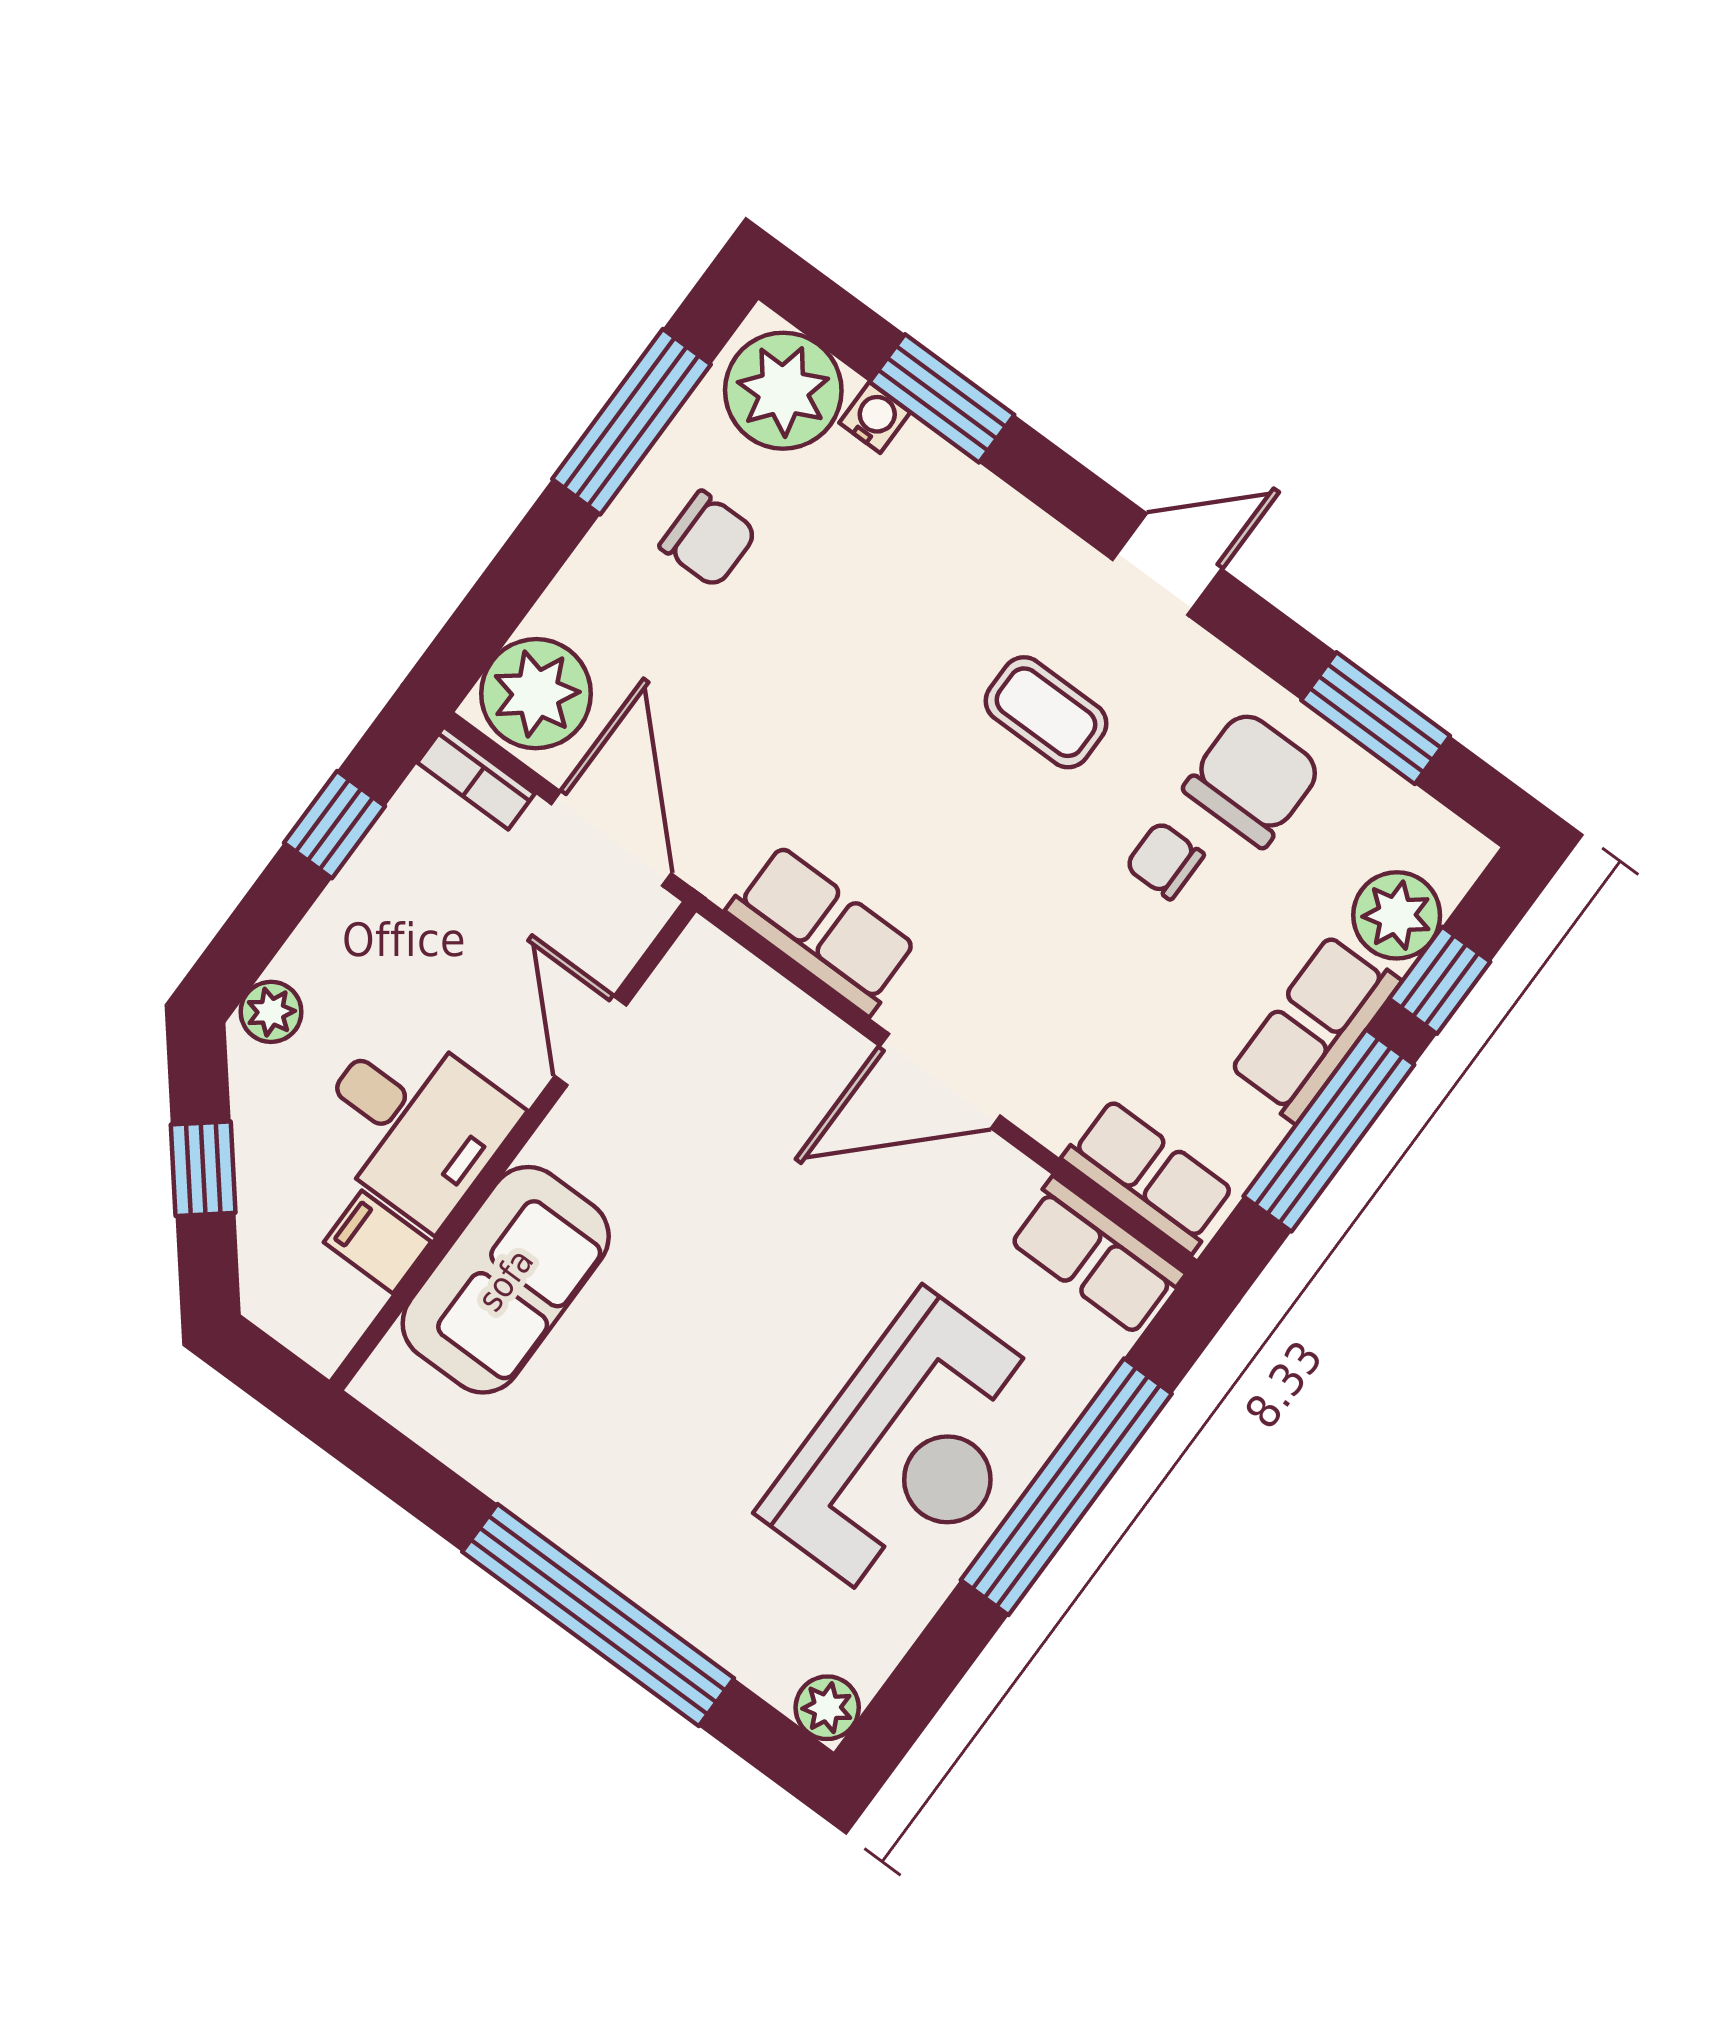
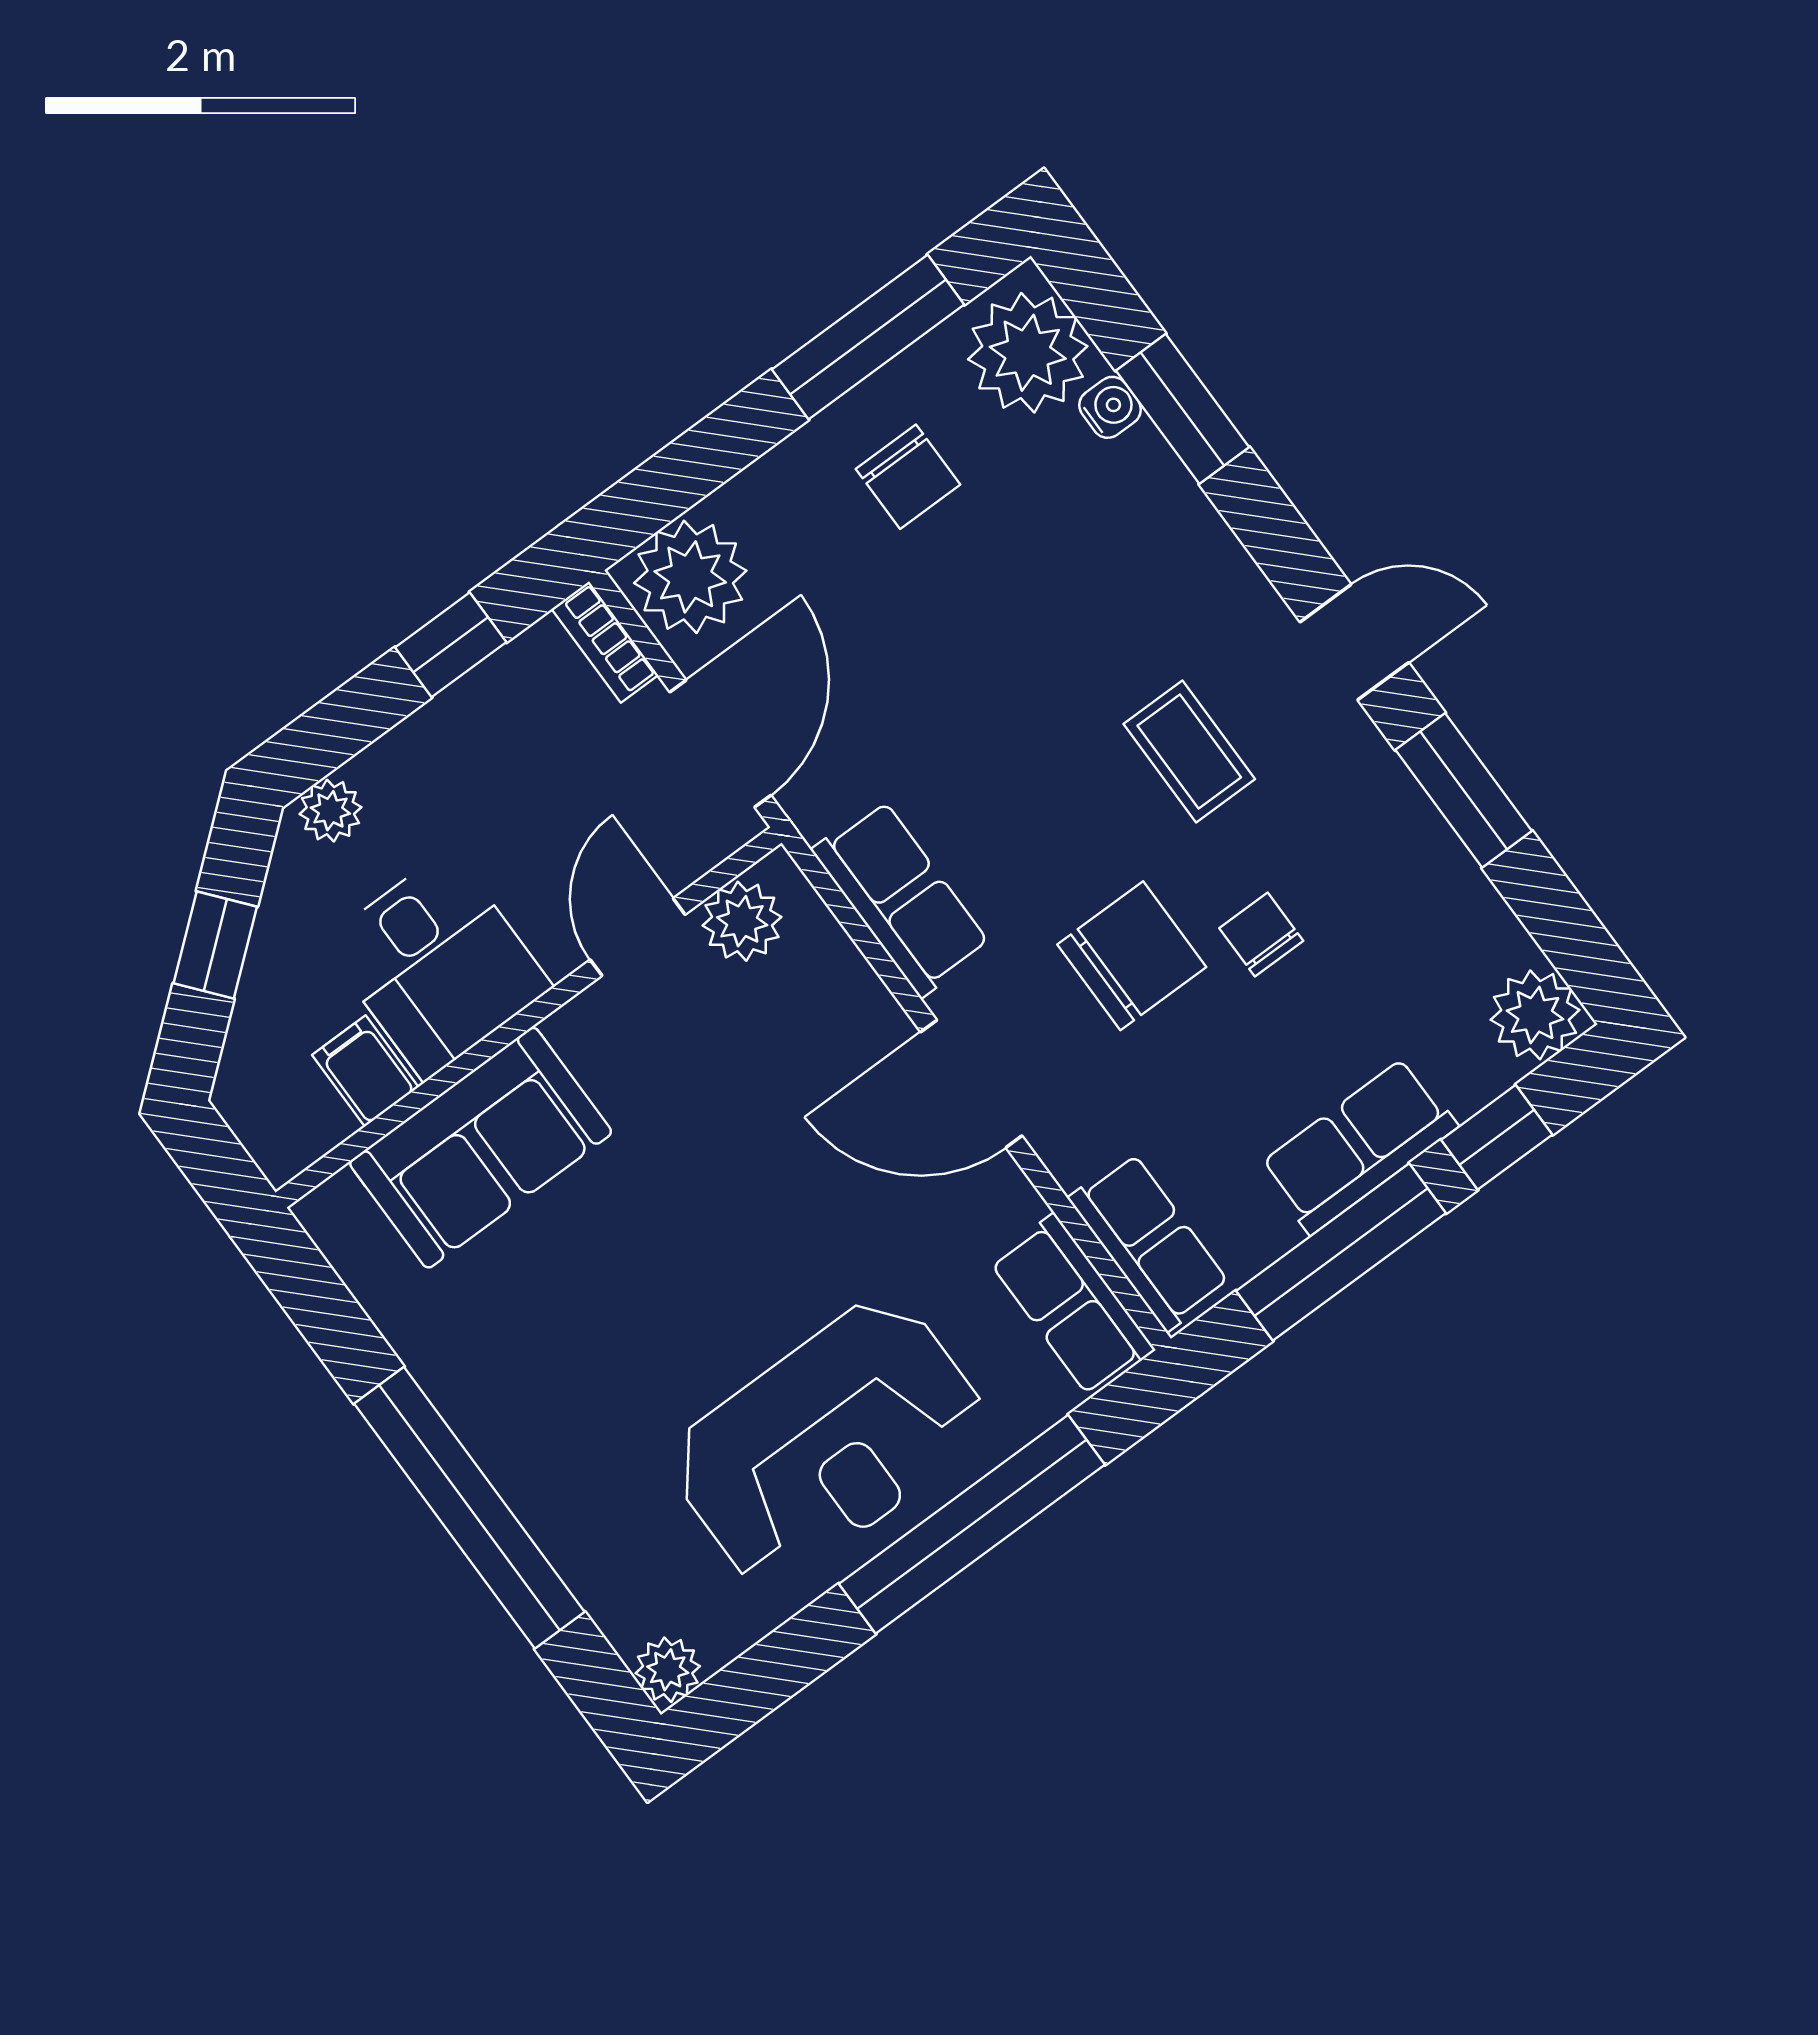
window: (1376, 718) -> (1464, 790), moved
chair: (1253, 779) -> (1132, 956), moved
plant: (1397, 915) -> (1535, 1015), moved
plant: (682, 996) -> (742, 921), added

